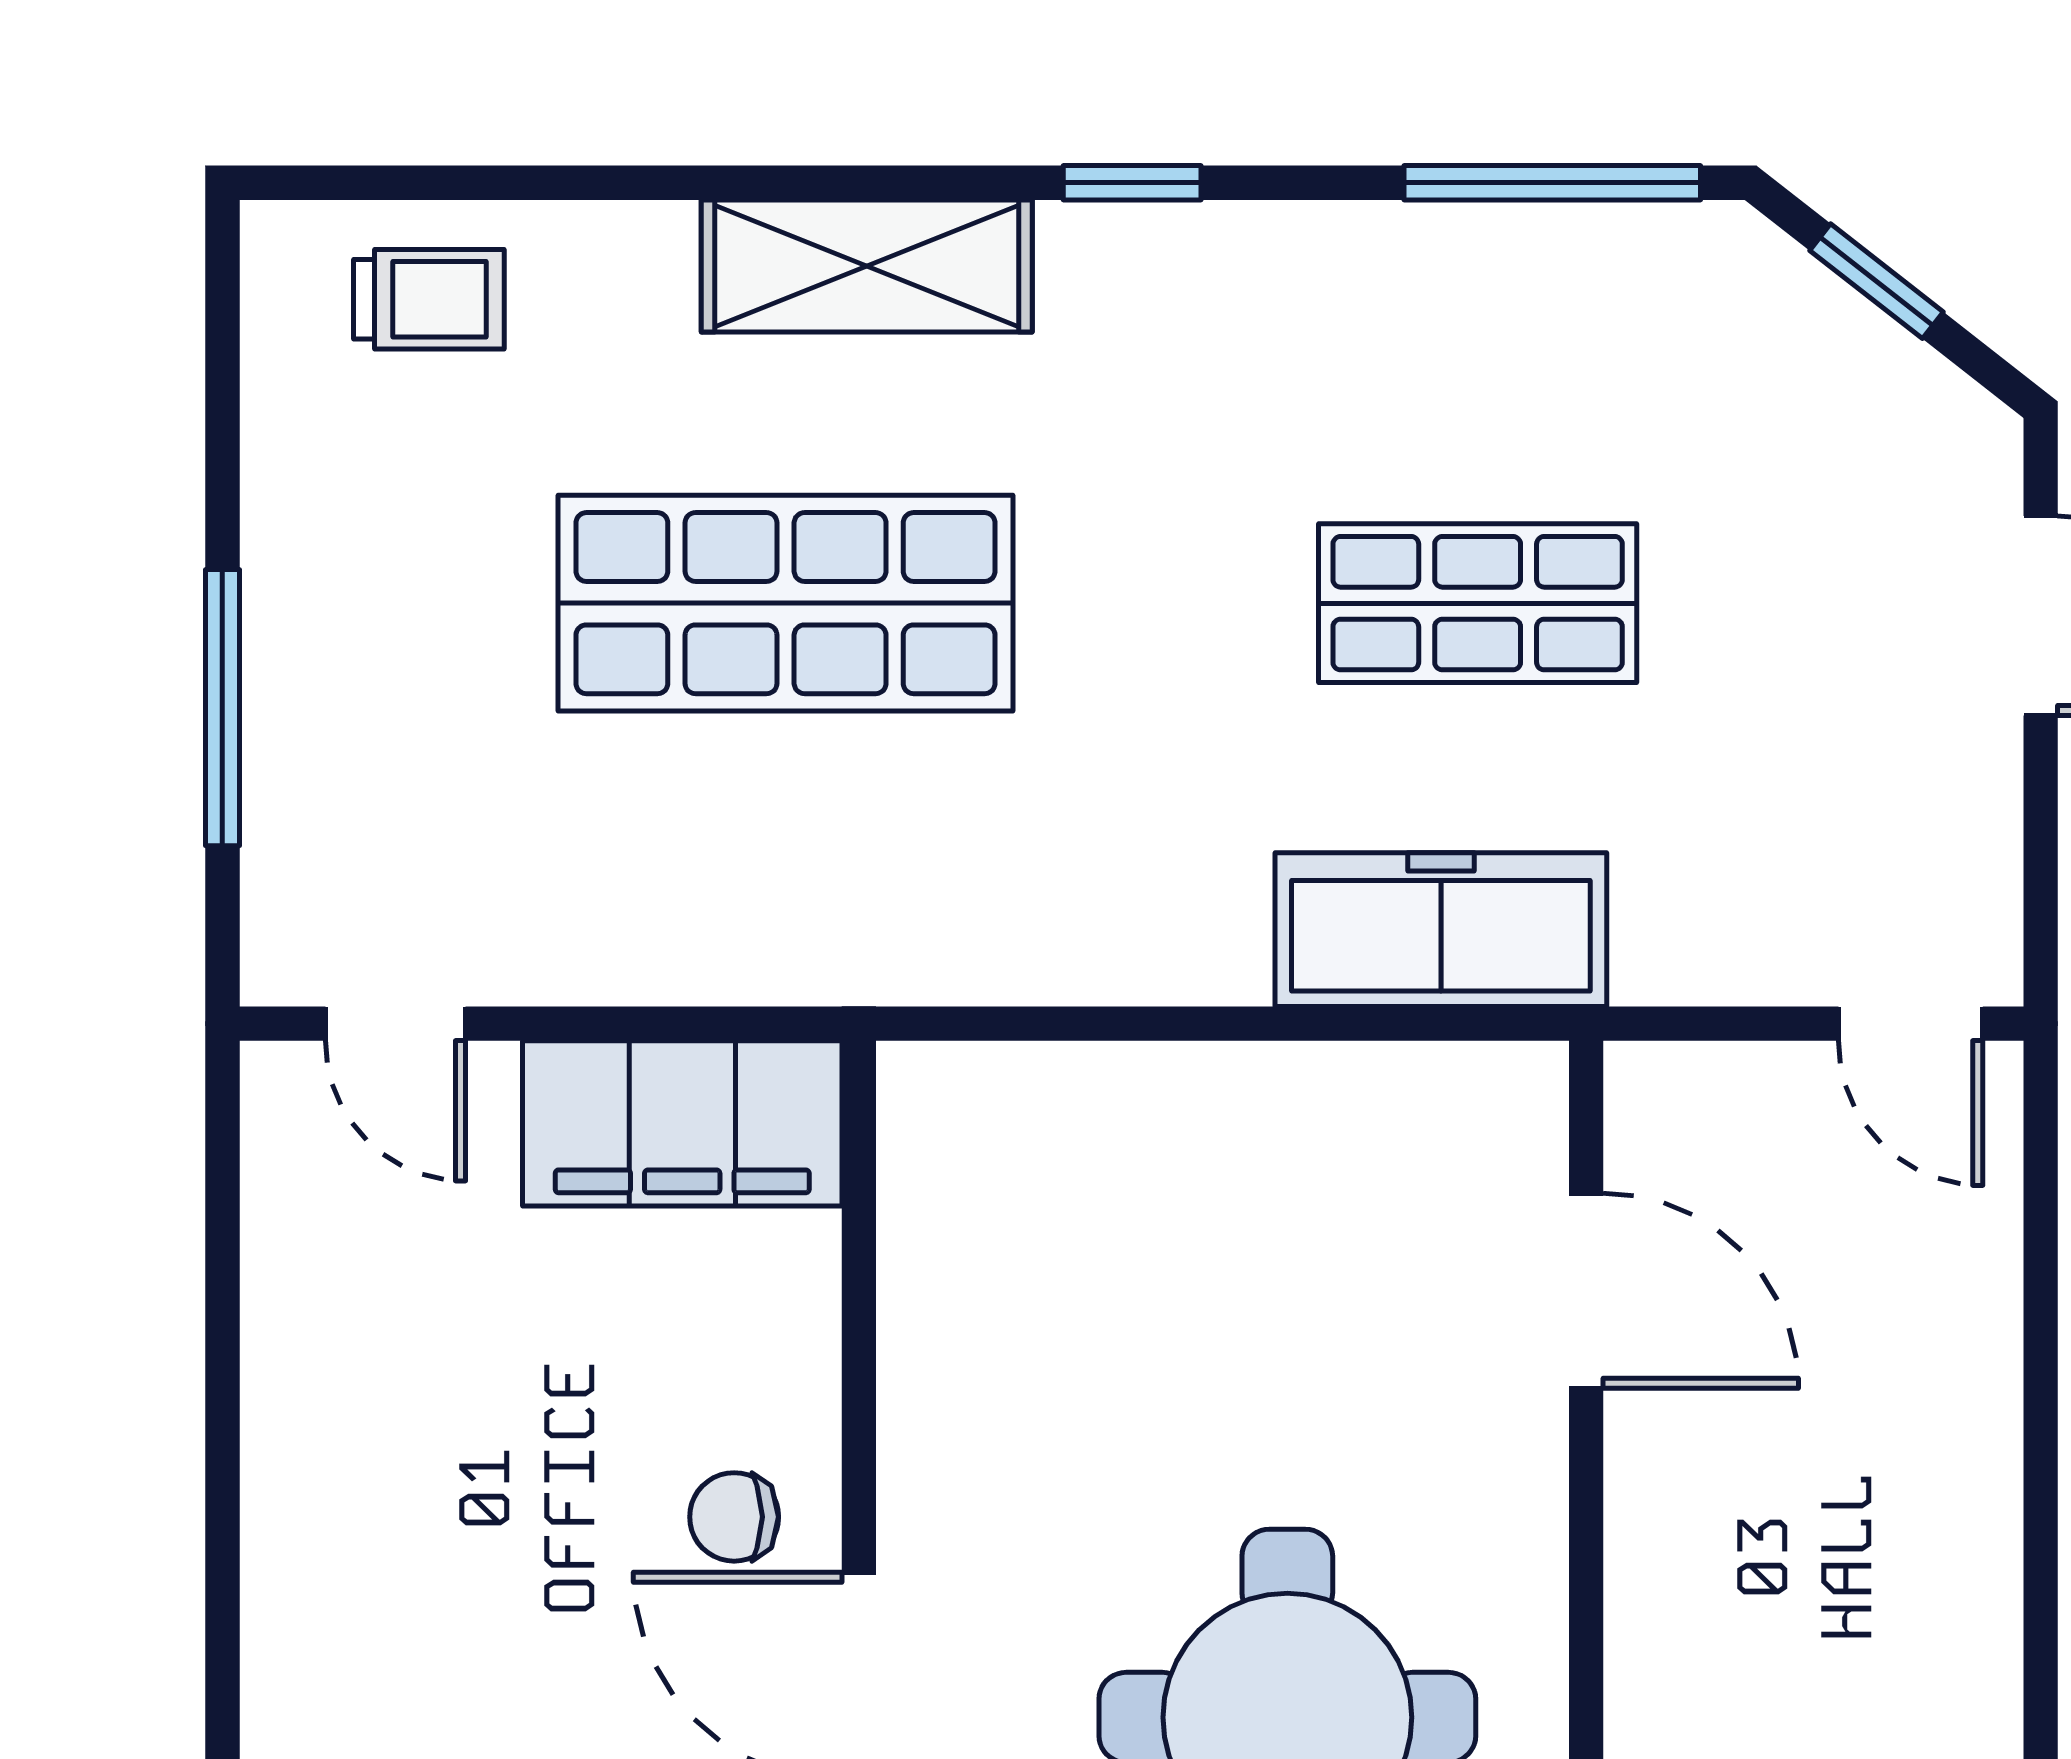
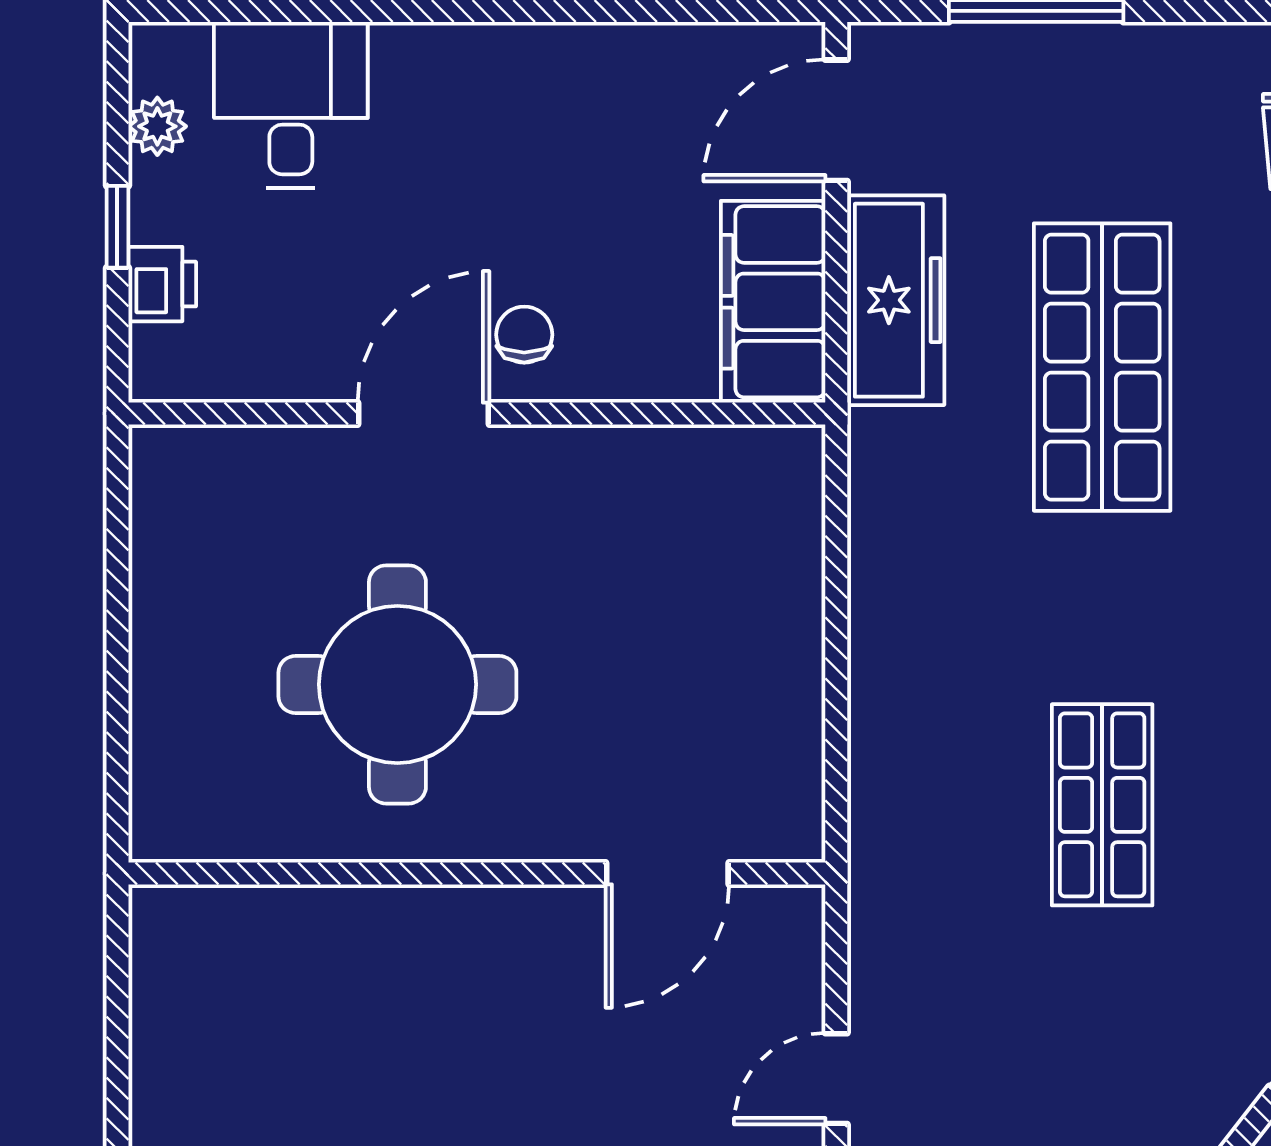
freezer: (1441, 930) -> (896, 300), moved
door: (396, 1024) -> (836, 120), width x1.38

